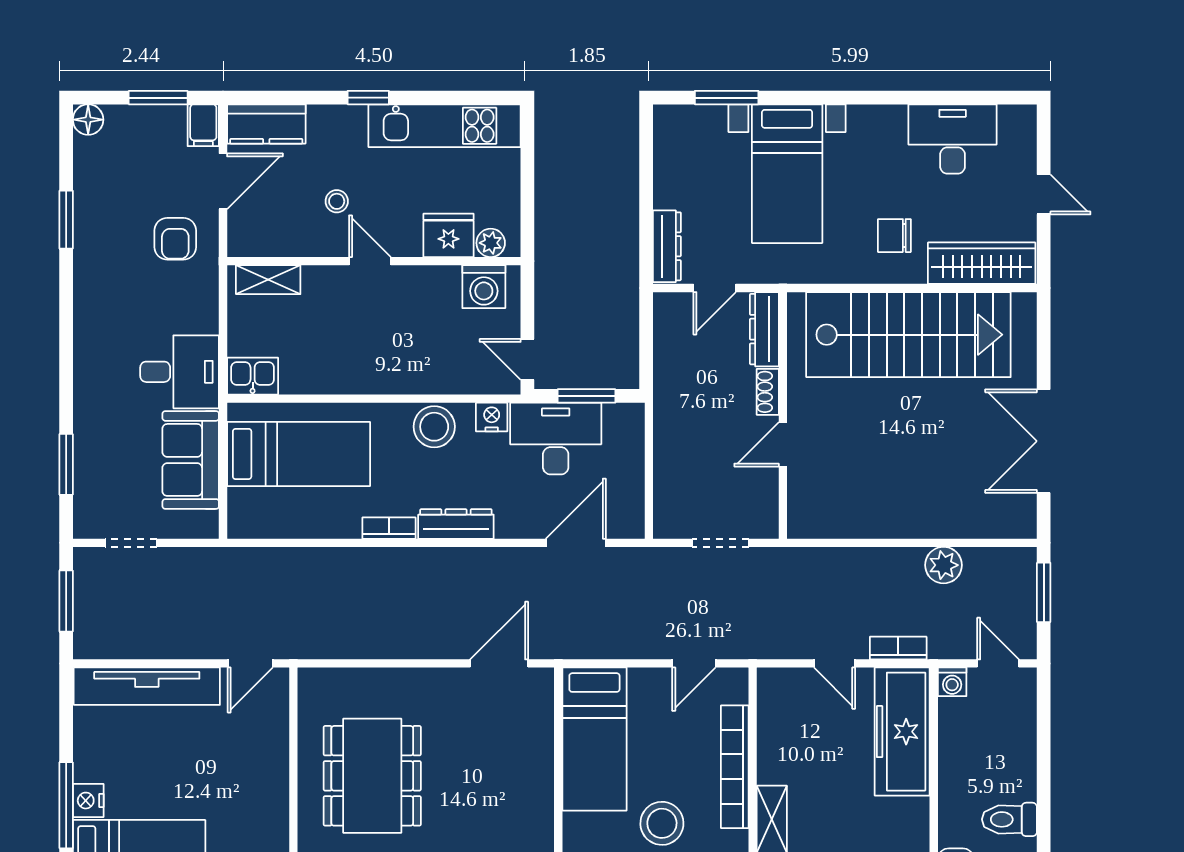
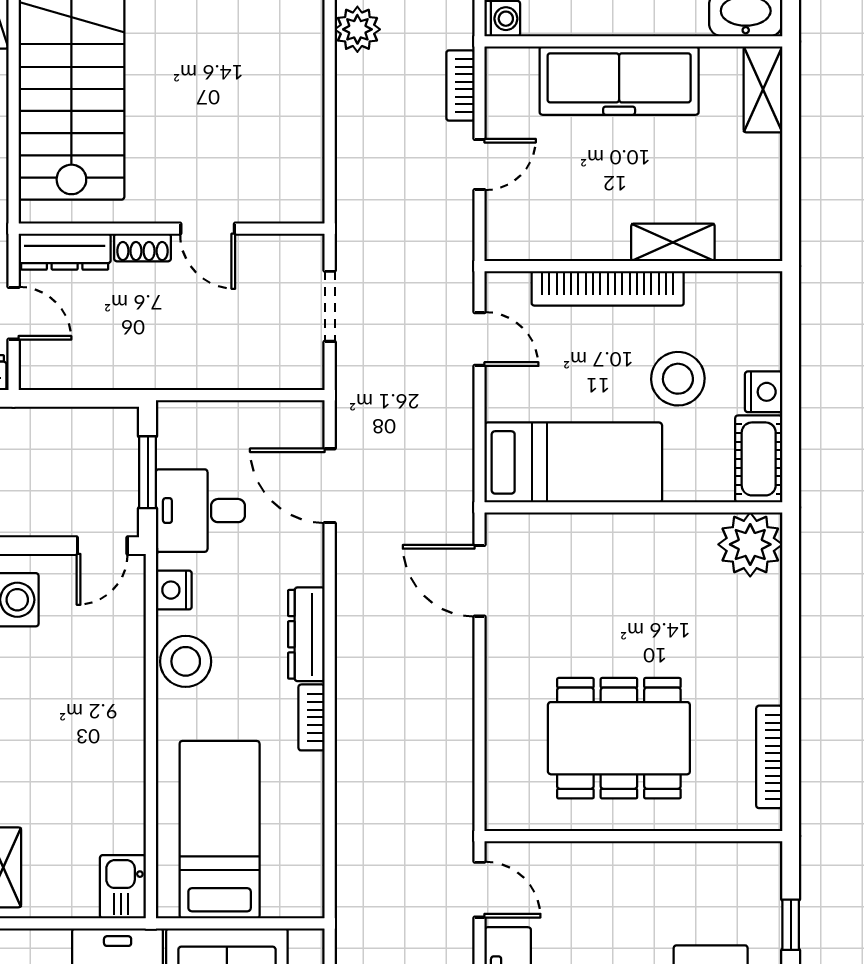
desk: (556, 439) -> (200, 511), width x0.73
freezer: (902, 732) -> (619, 81), moved

